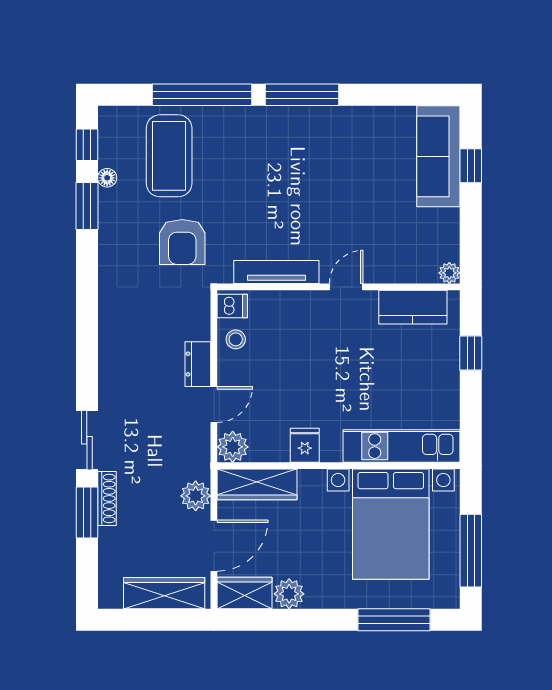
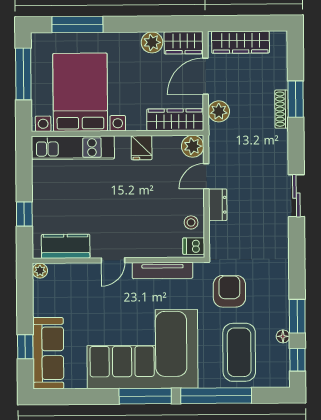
corner sofa: (306, 161) -> (142, 349), added
sliding door: (87, 440) -> (296, 196), moved

